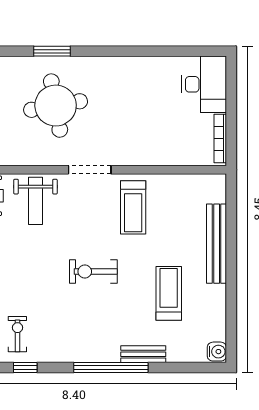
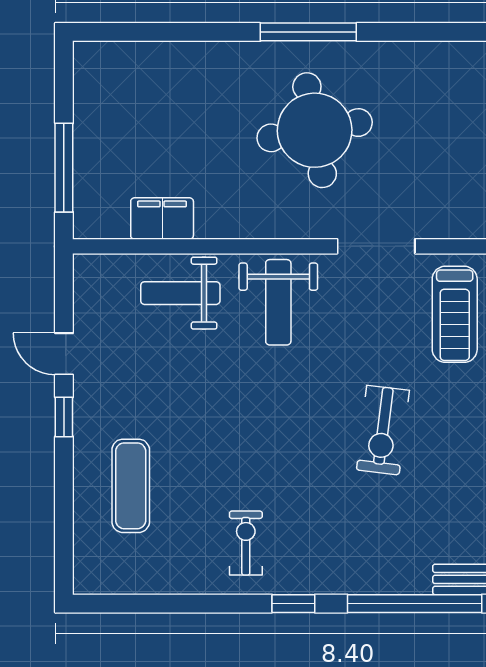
window: (52, 51) -> (308, 32), width x1.44
exercise bike: (93, 272) -> (383, 430), turned -83
window: (25, 368) -> (293, 604), moved

